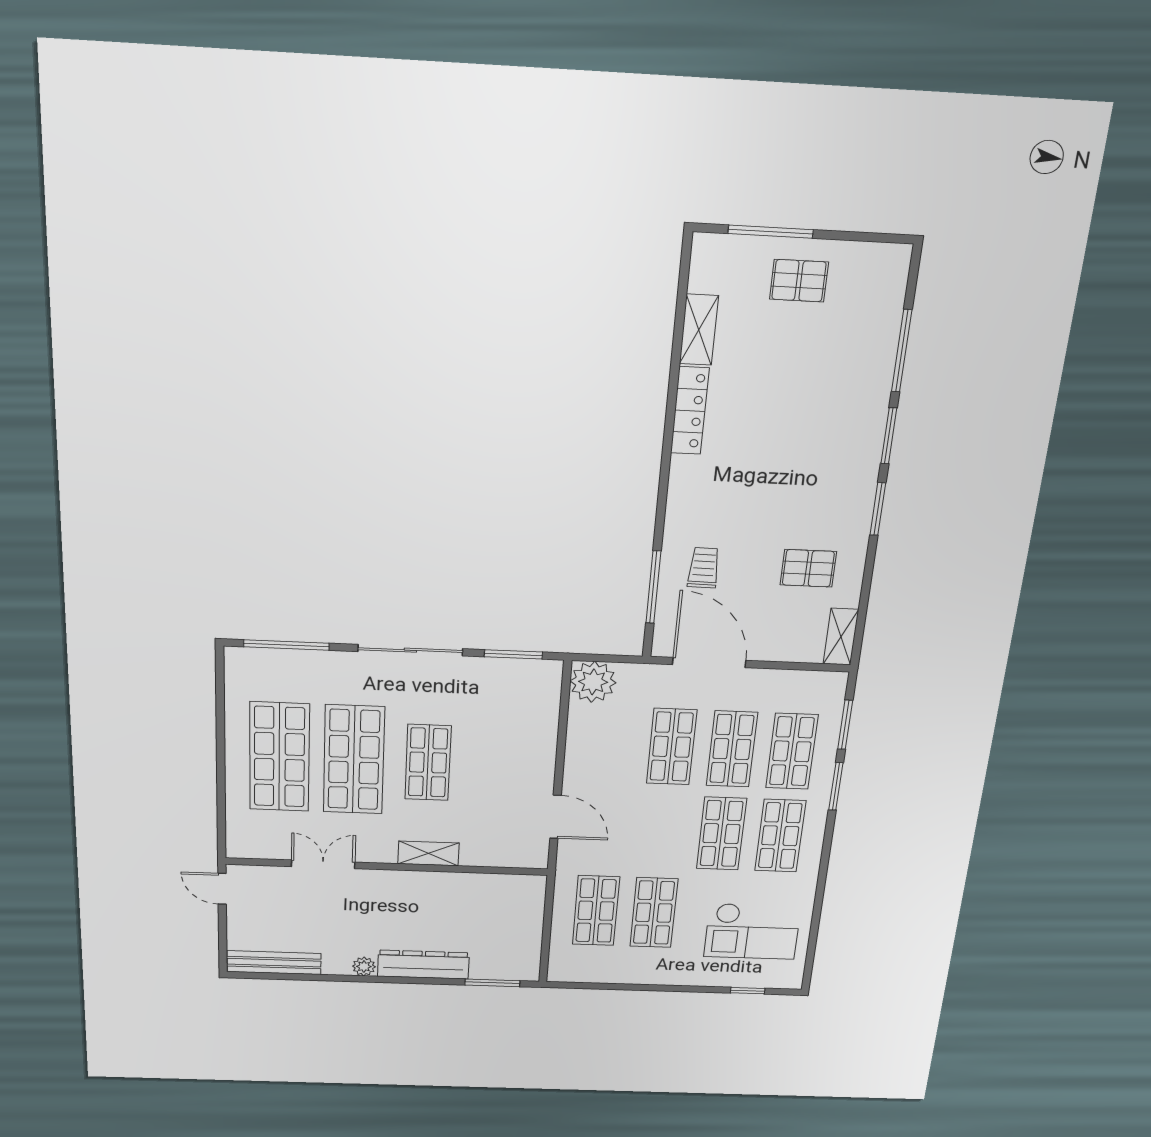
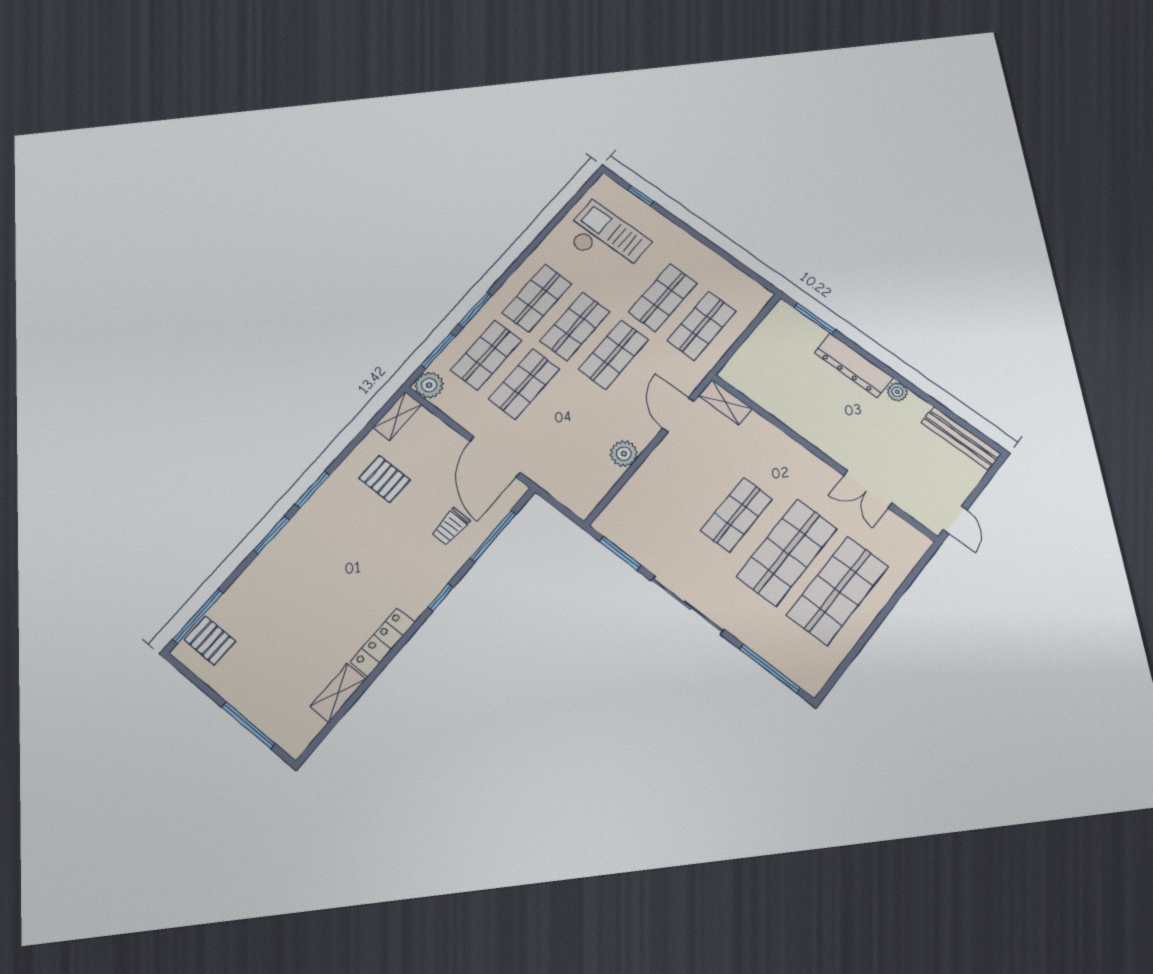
pallet: (799, 281) -> (210, 640), moved
window: (902, 351) -> (198, 616), moved
window: (662, 494) -> (441, 597), added
plant: (593, 682) -> (624, 454), moved, width x0.73, depth x0.73
plant: (830, 687) -> (429, 385), added
shop shelf: (672, 747) -> (613, 355), moved
shelving: (429, 853) -> (725, 402), moved

